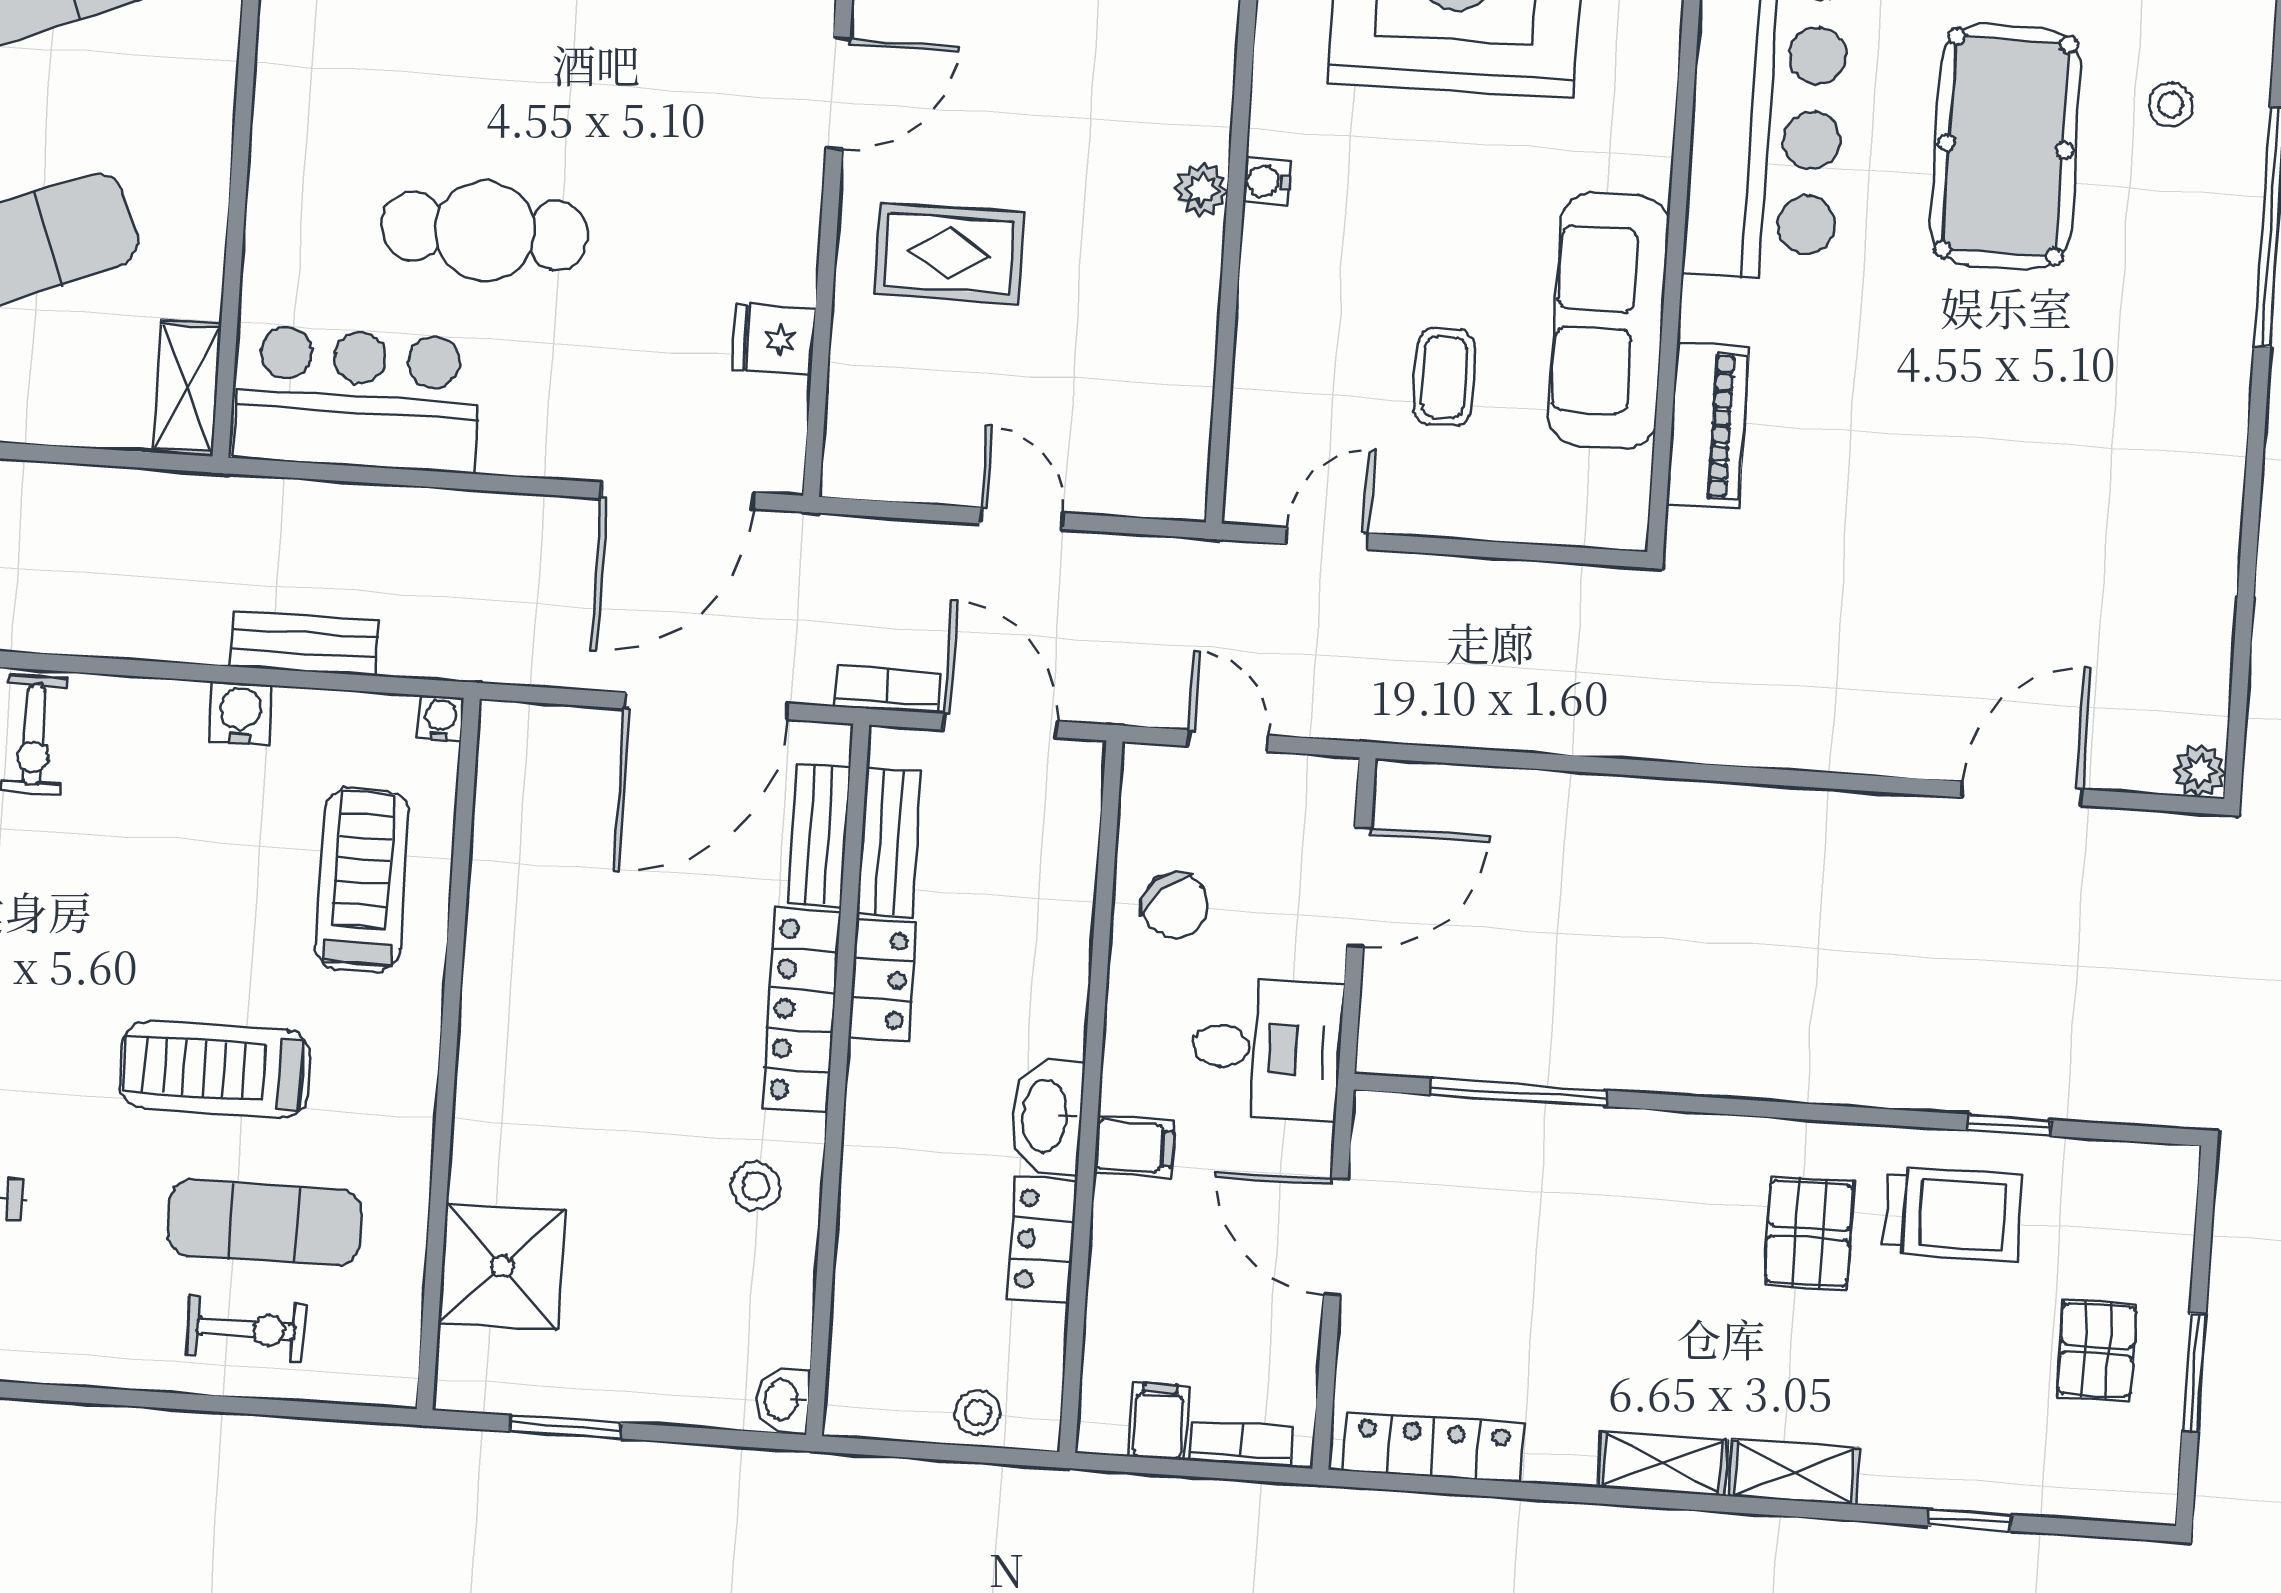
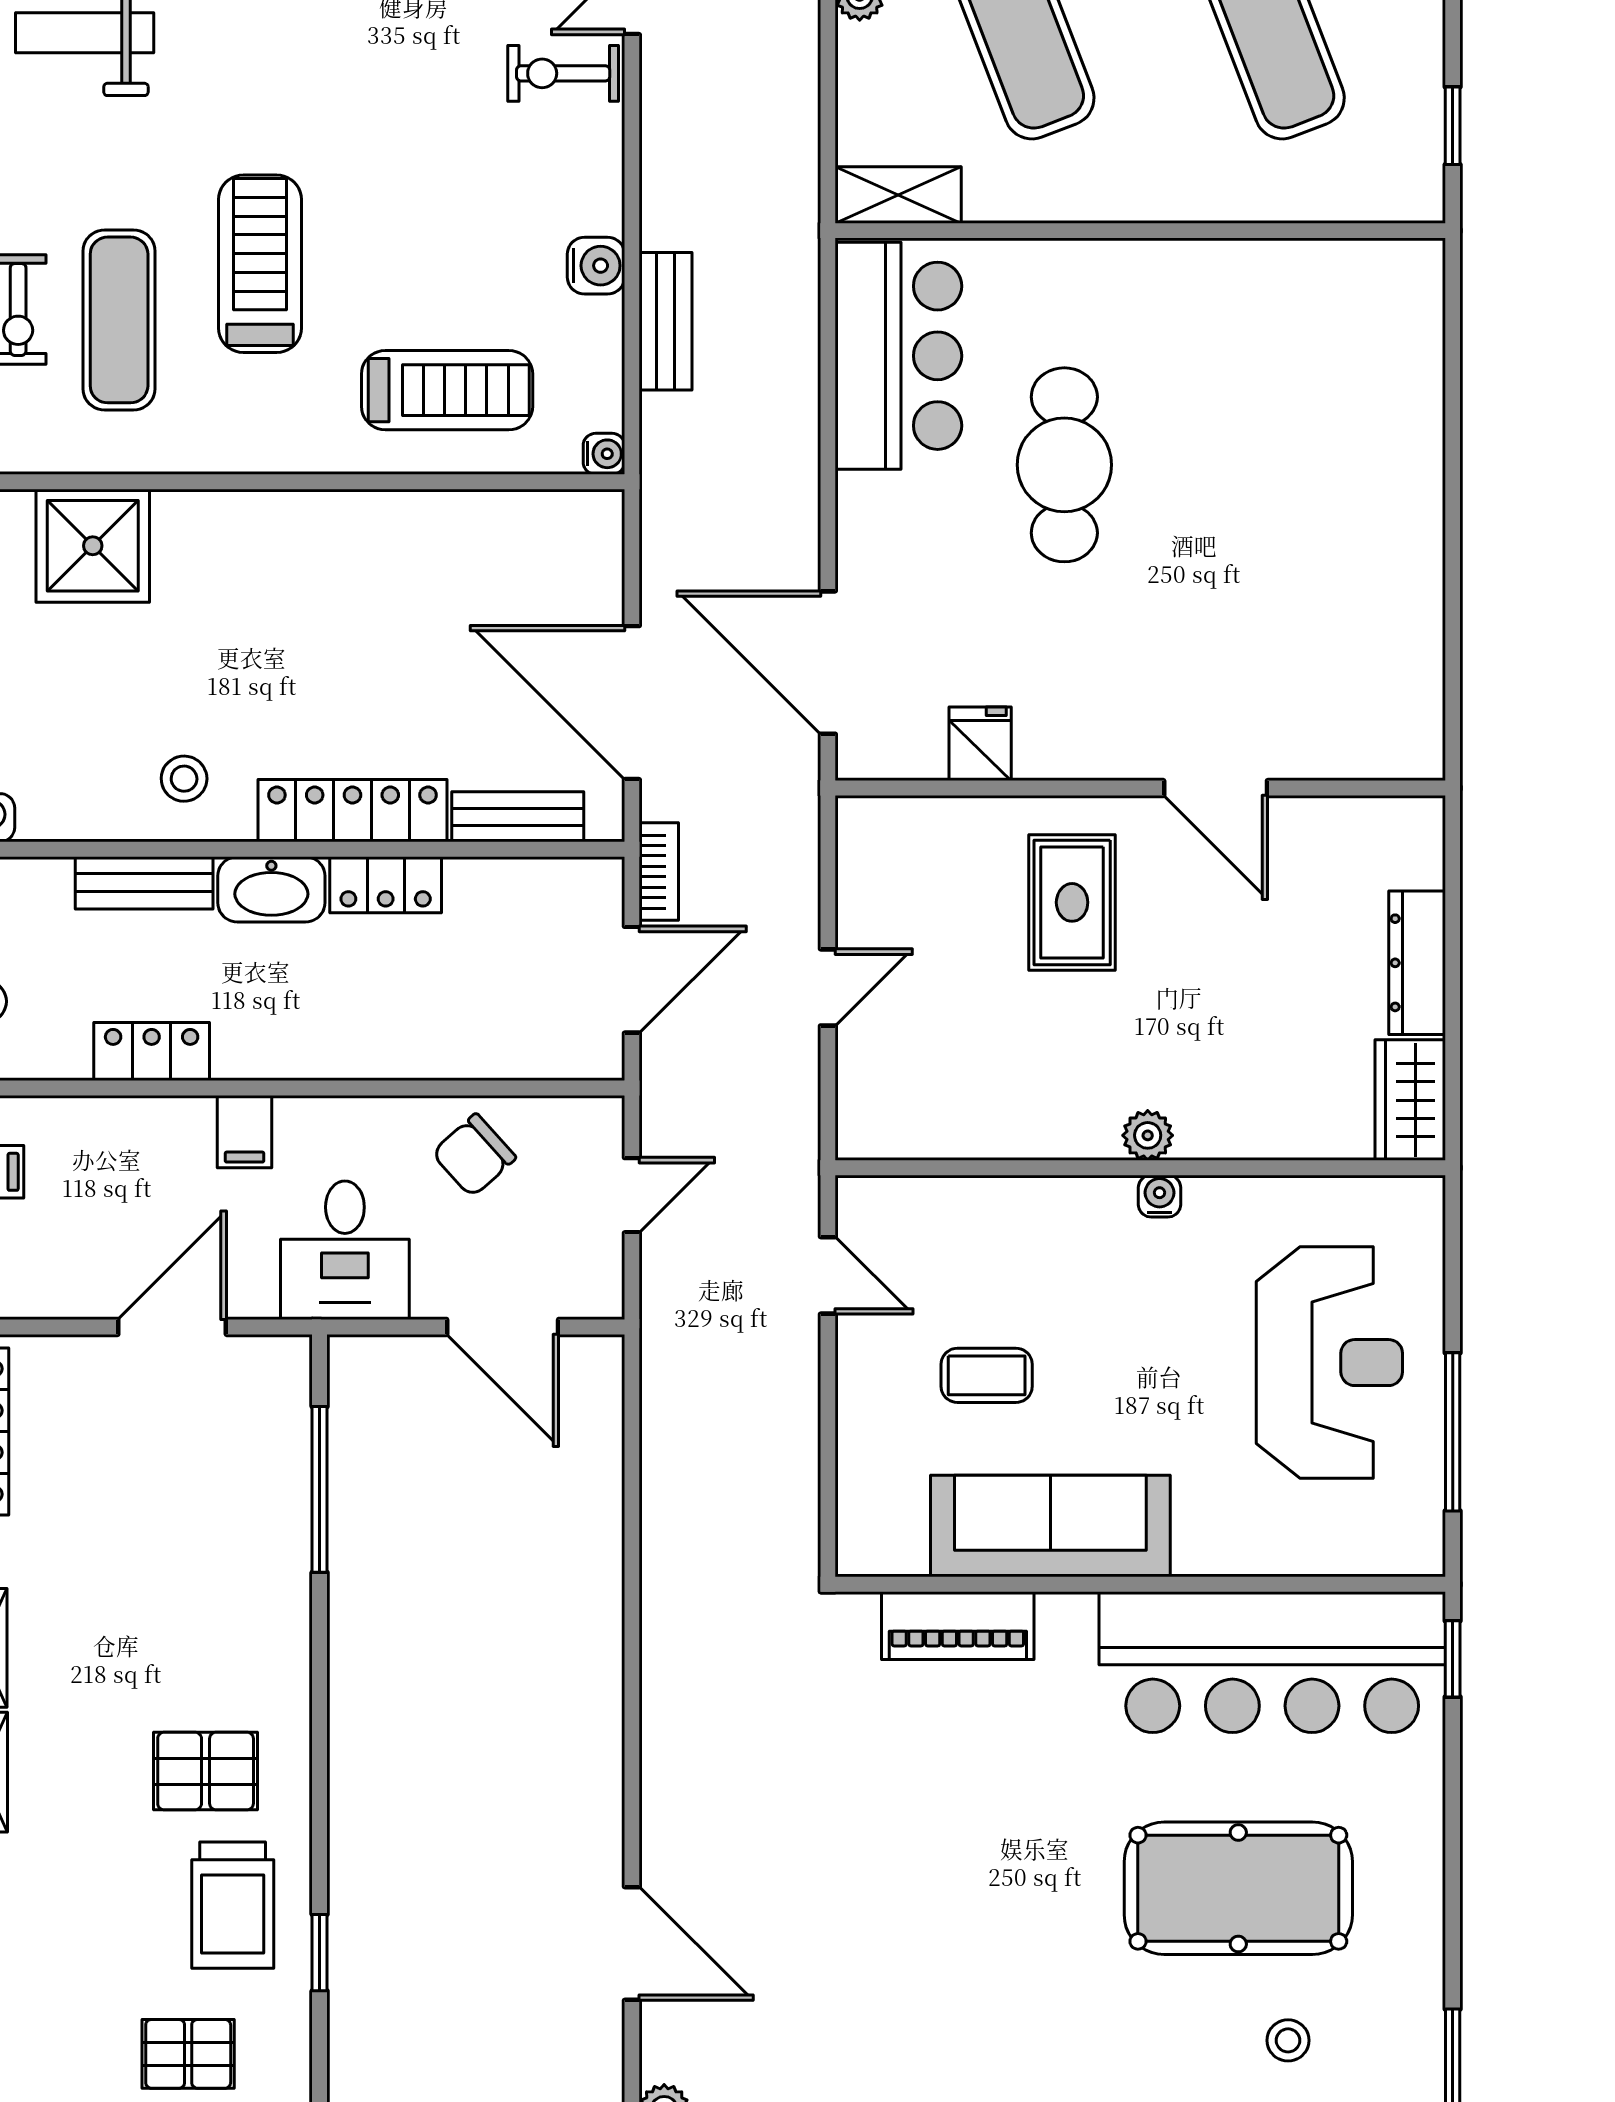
bench: (889, 843) -> (144, 883), moved
washbasin: (1047, 1116) -> (271, 889), moved, turned 180
pallet: (2097, 1350) -> (188, 2054), moved

